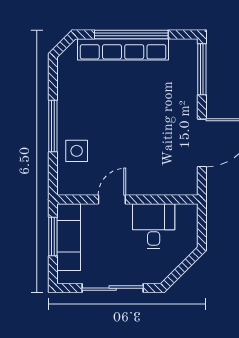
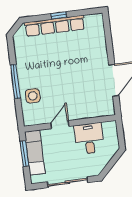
window: (131, 34) -> (59, 16), width x0.32
window: (202, 69) -> (108, 32), removed

